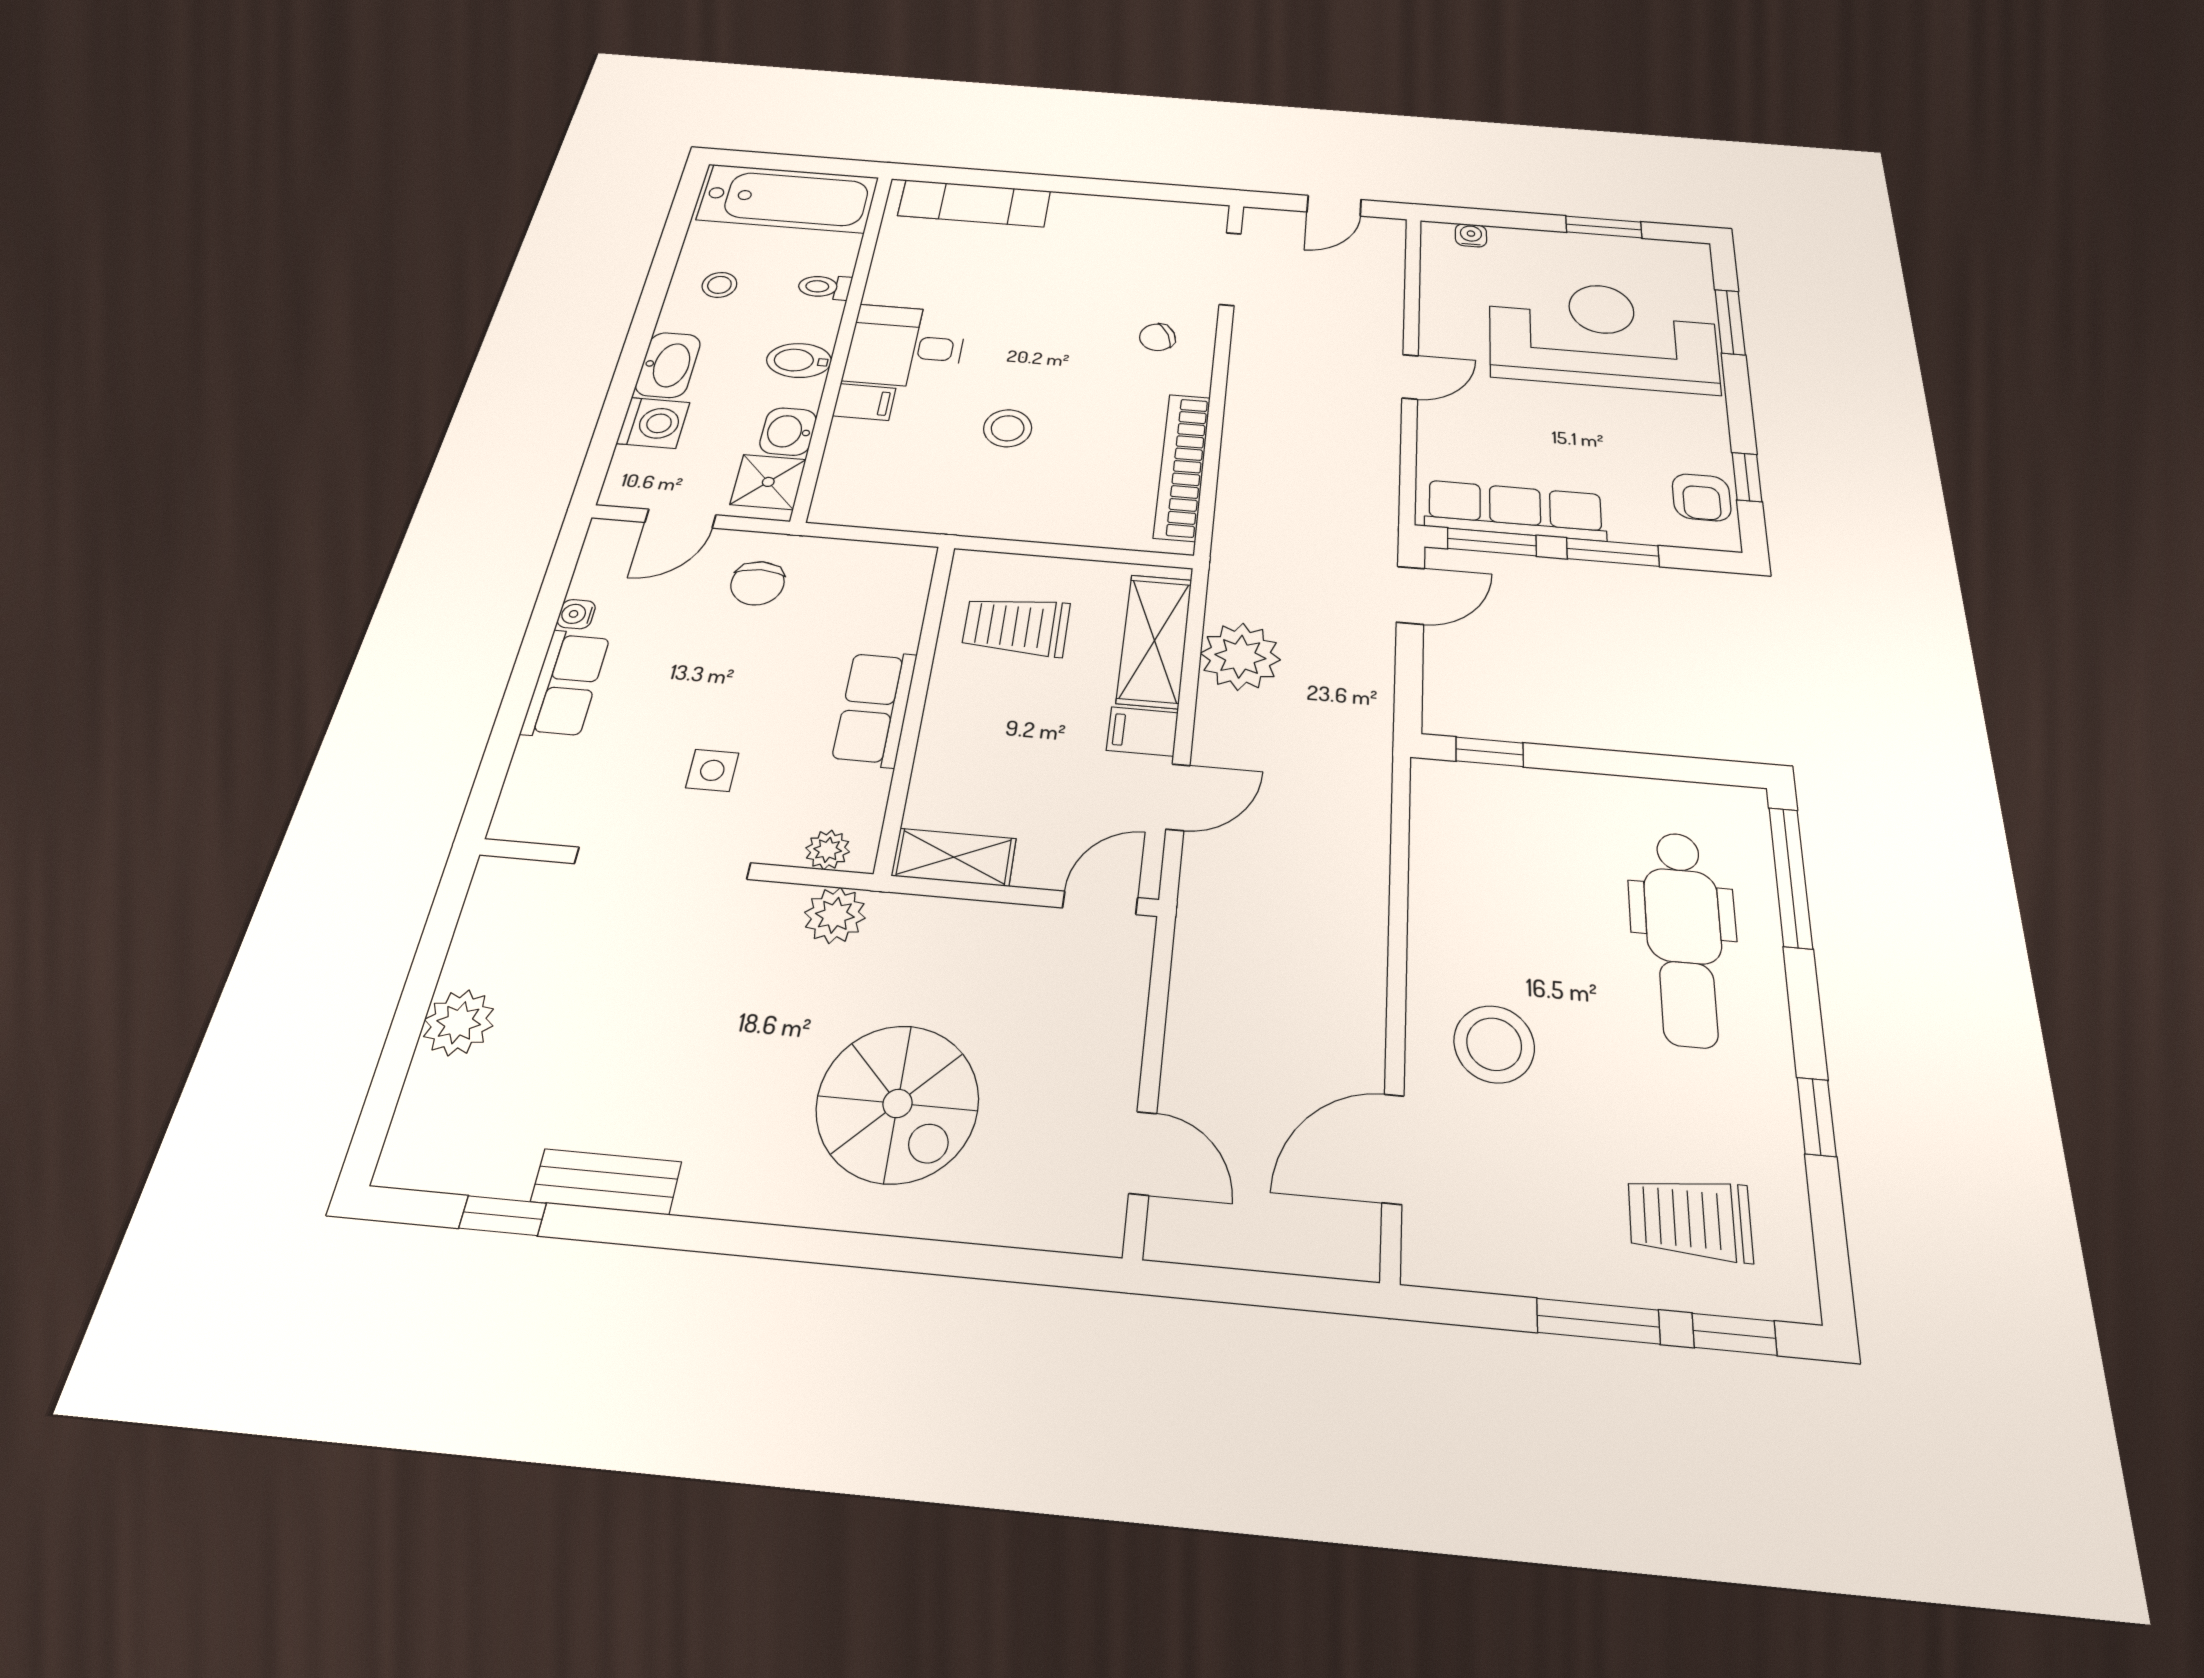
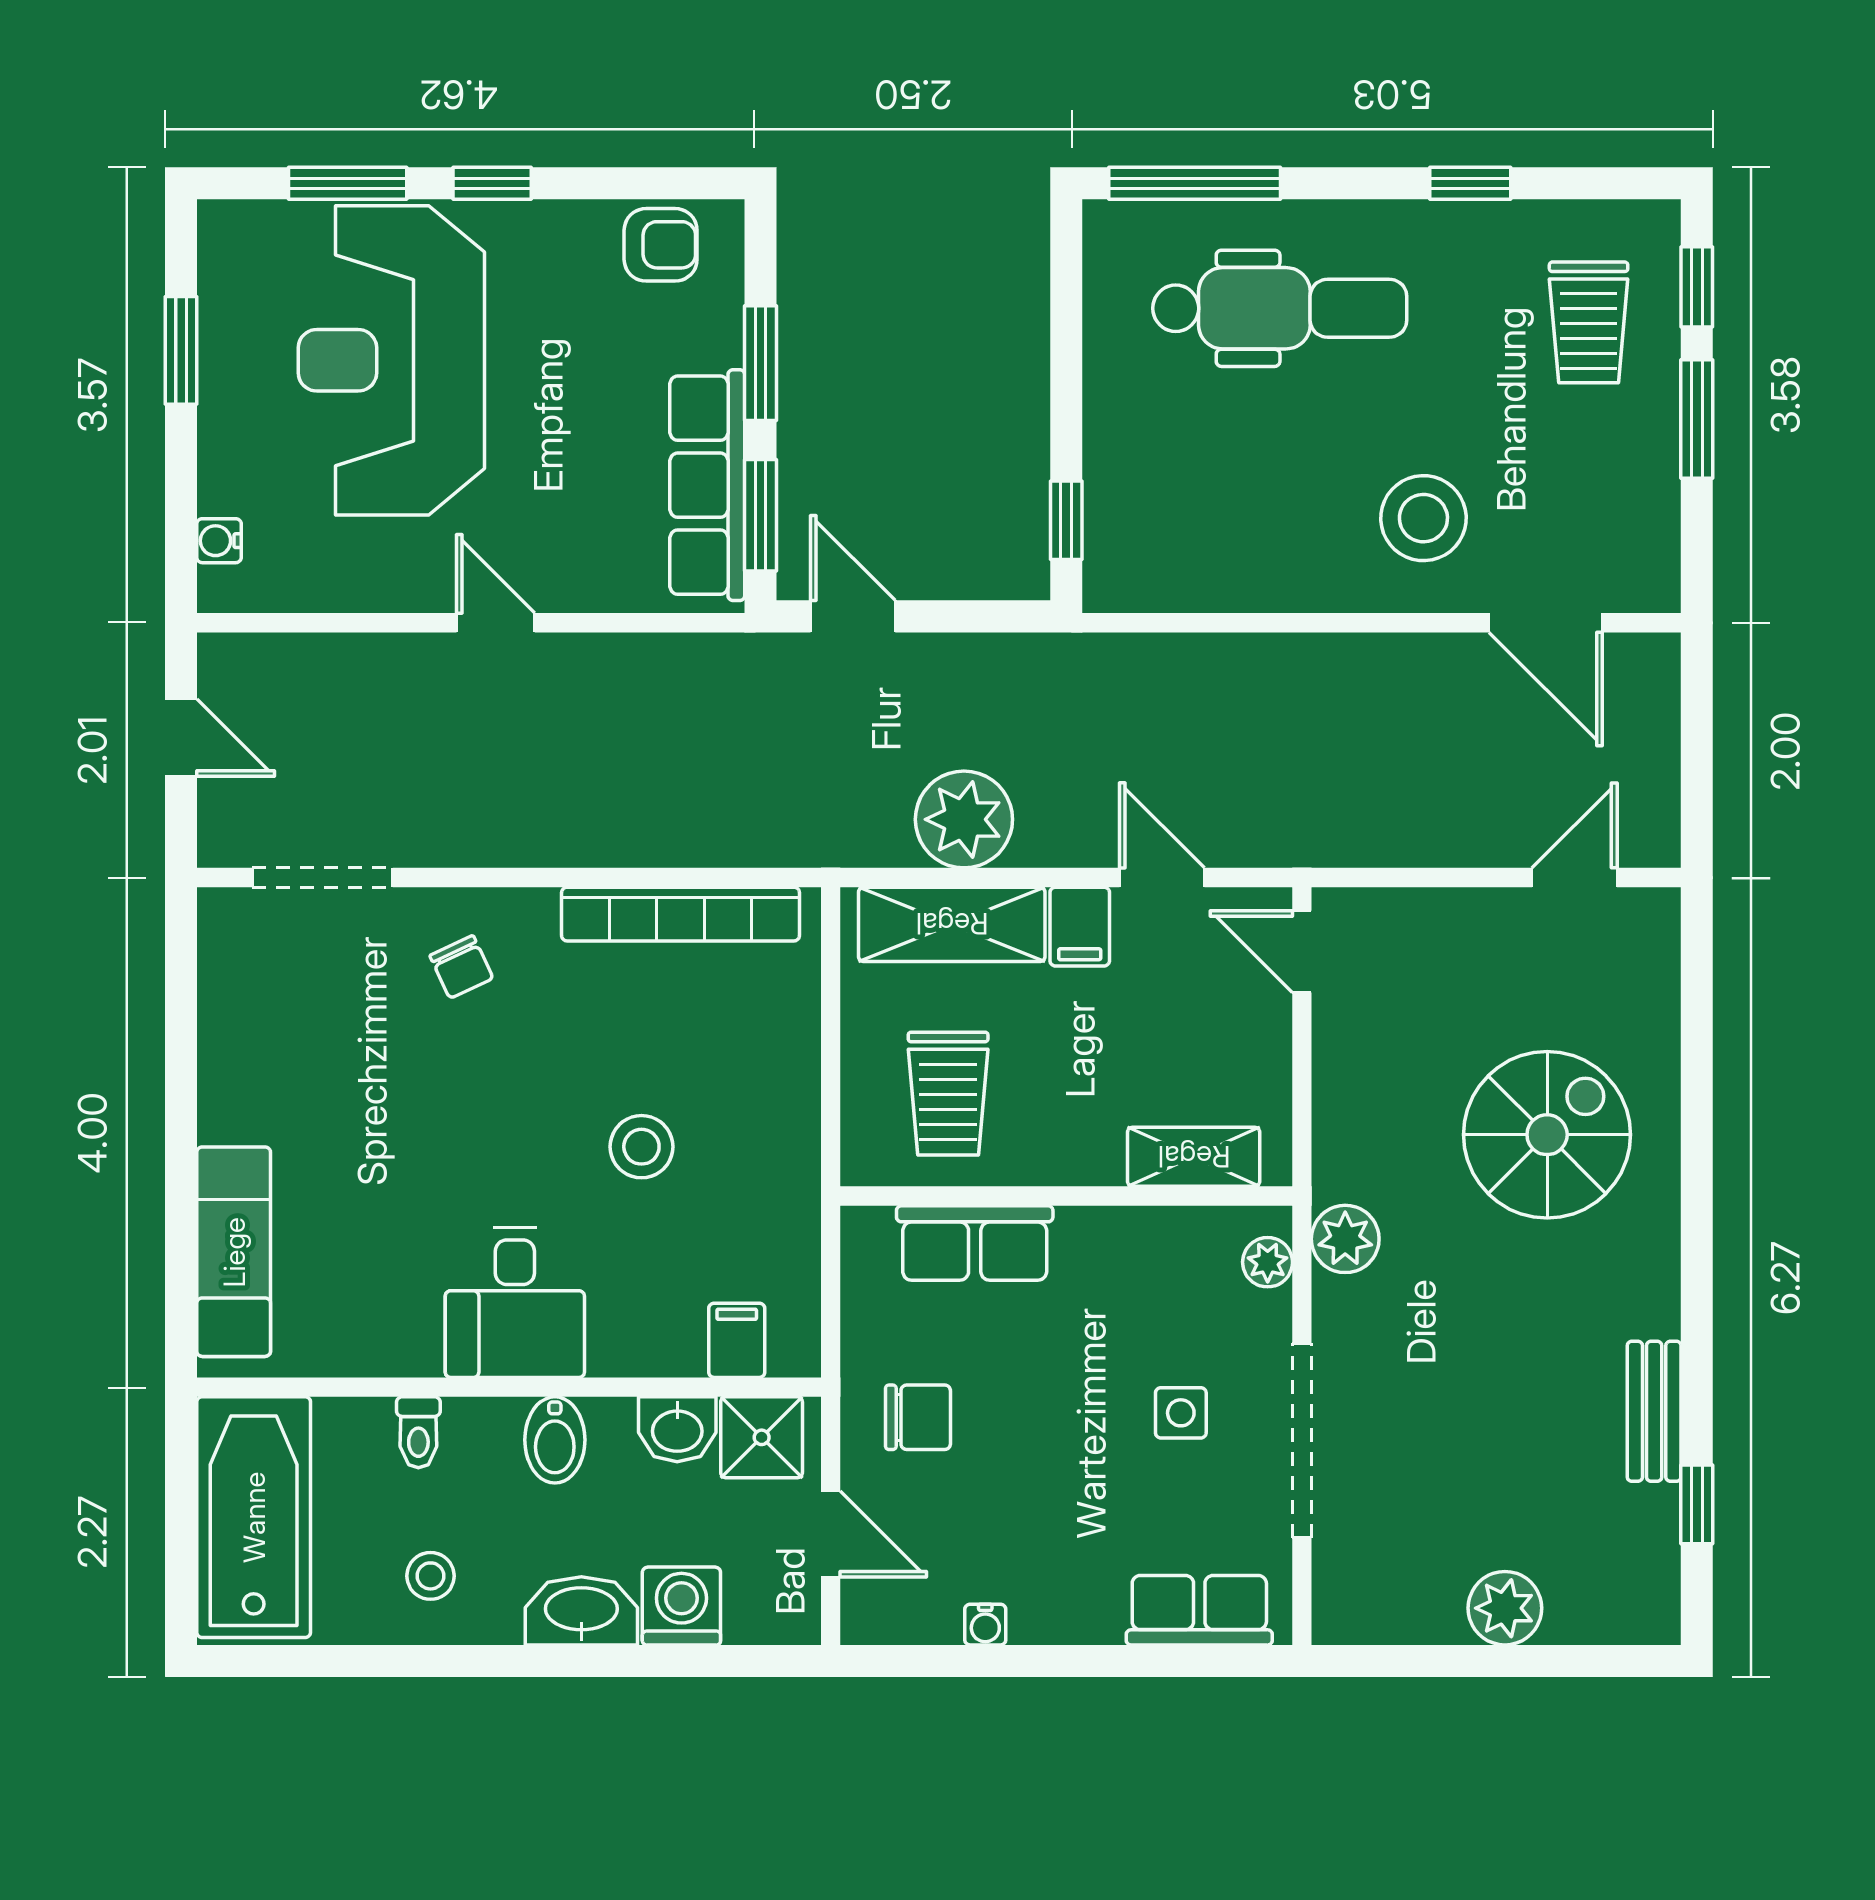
filing cabinet: (864, 402) -> (737, 1340), moved
window: (1747, 477) -> (492, 183), moved
row of seats: (566, 684) -> (1199, 1610), moved
row of seats: (875, 708) -> (975, 1243), moved
shelving: (954, 857) -> (1194, 1157), moved, turned 90

